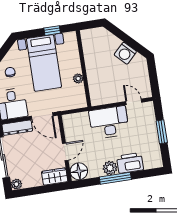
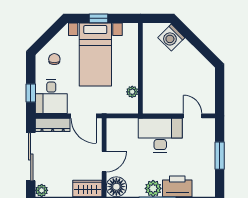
window: (52, 31) -> (98, 18), moved
washing machine: (125, 53) -> (171, 38), moved
plant: (78, 79) -> (132, 92), moved

